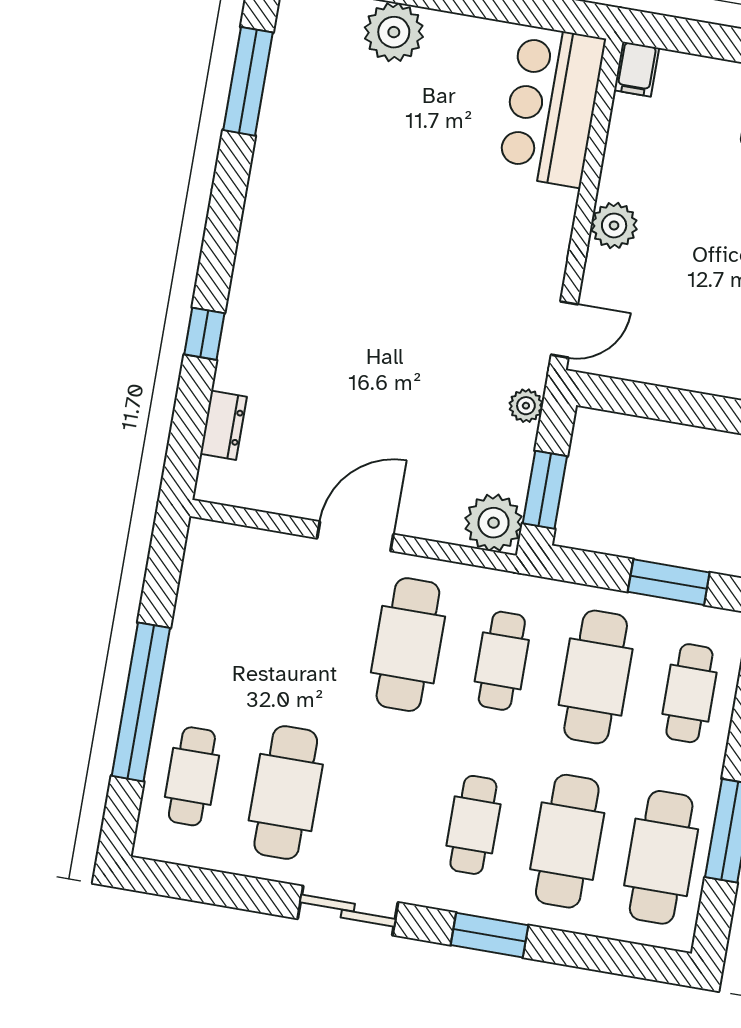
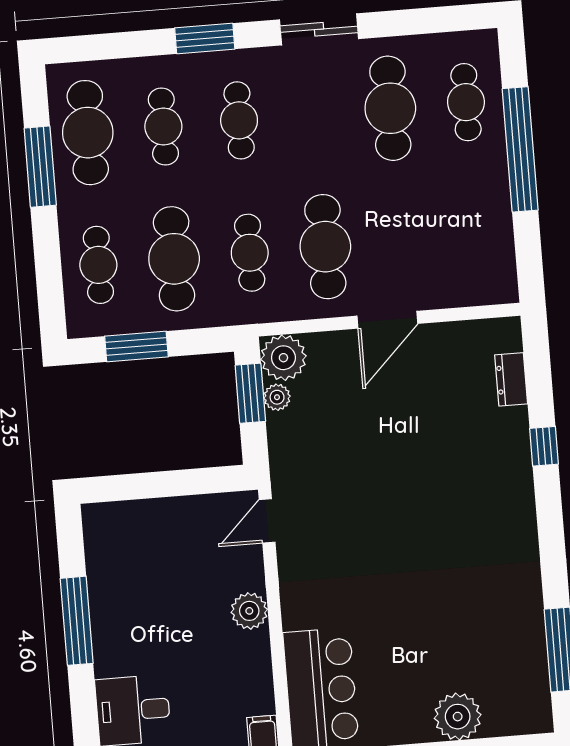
plant: (526, 406) -> (277, 397), moved
cafe table: (567, 841) -> (163, 126), width x0.73, depth x0.74

